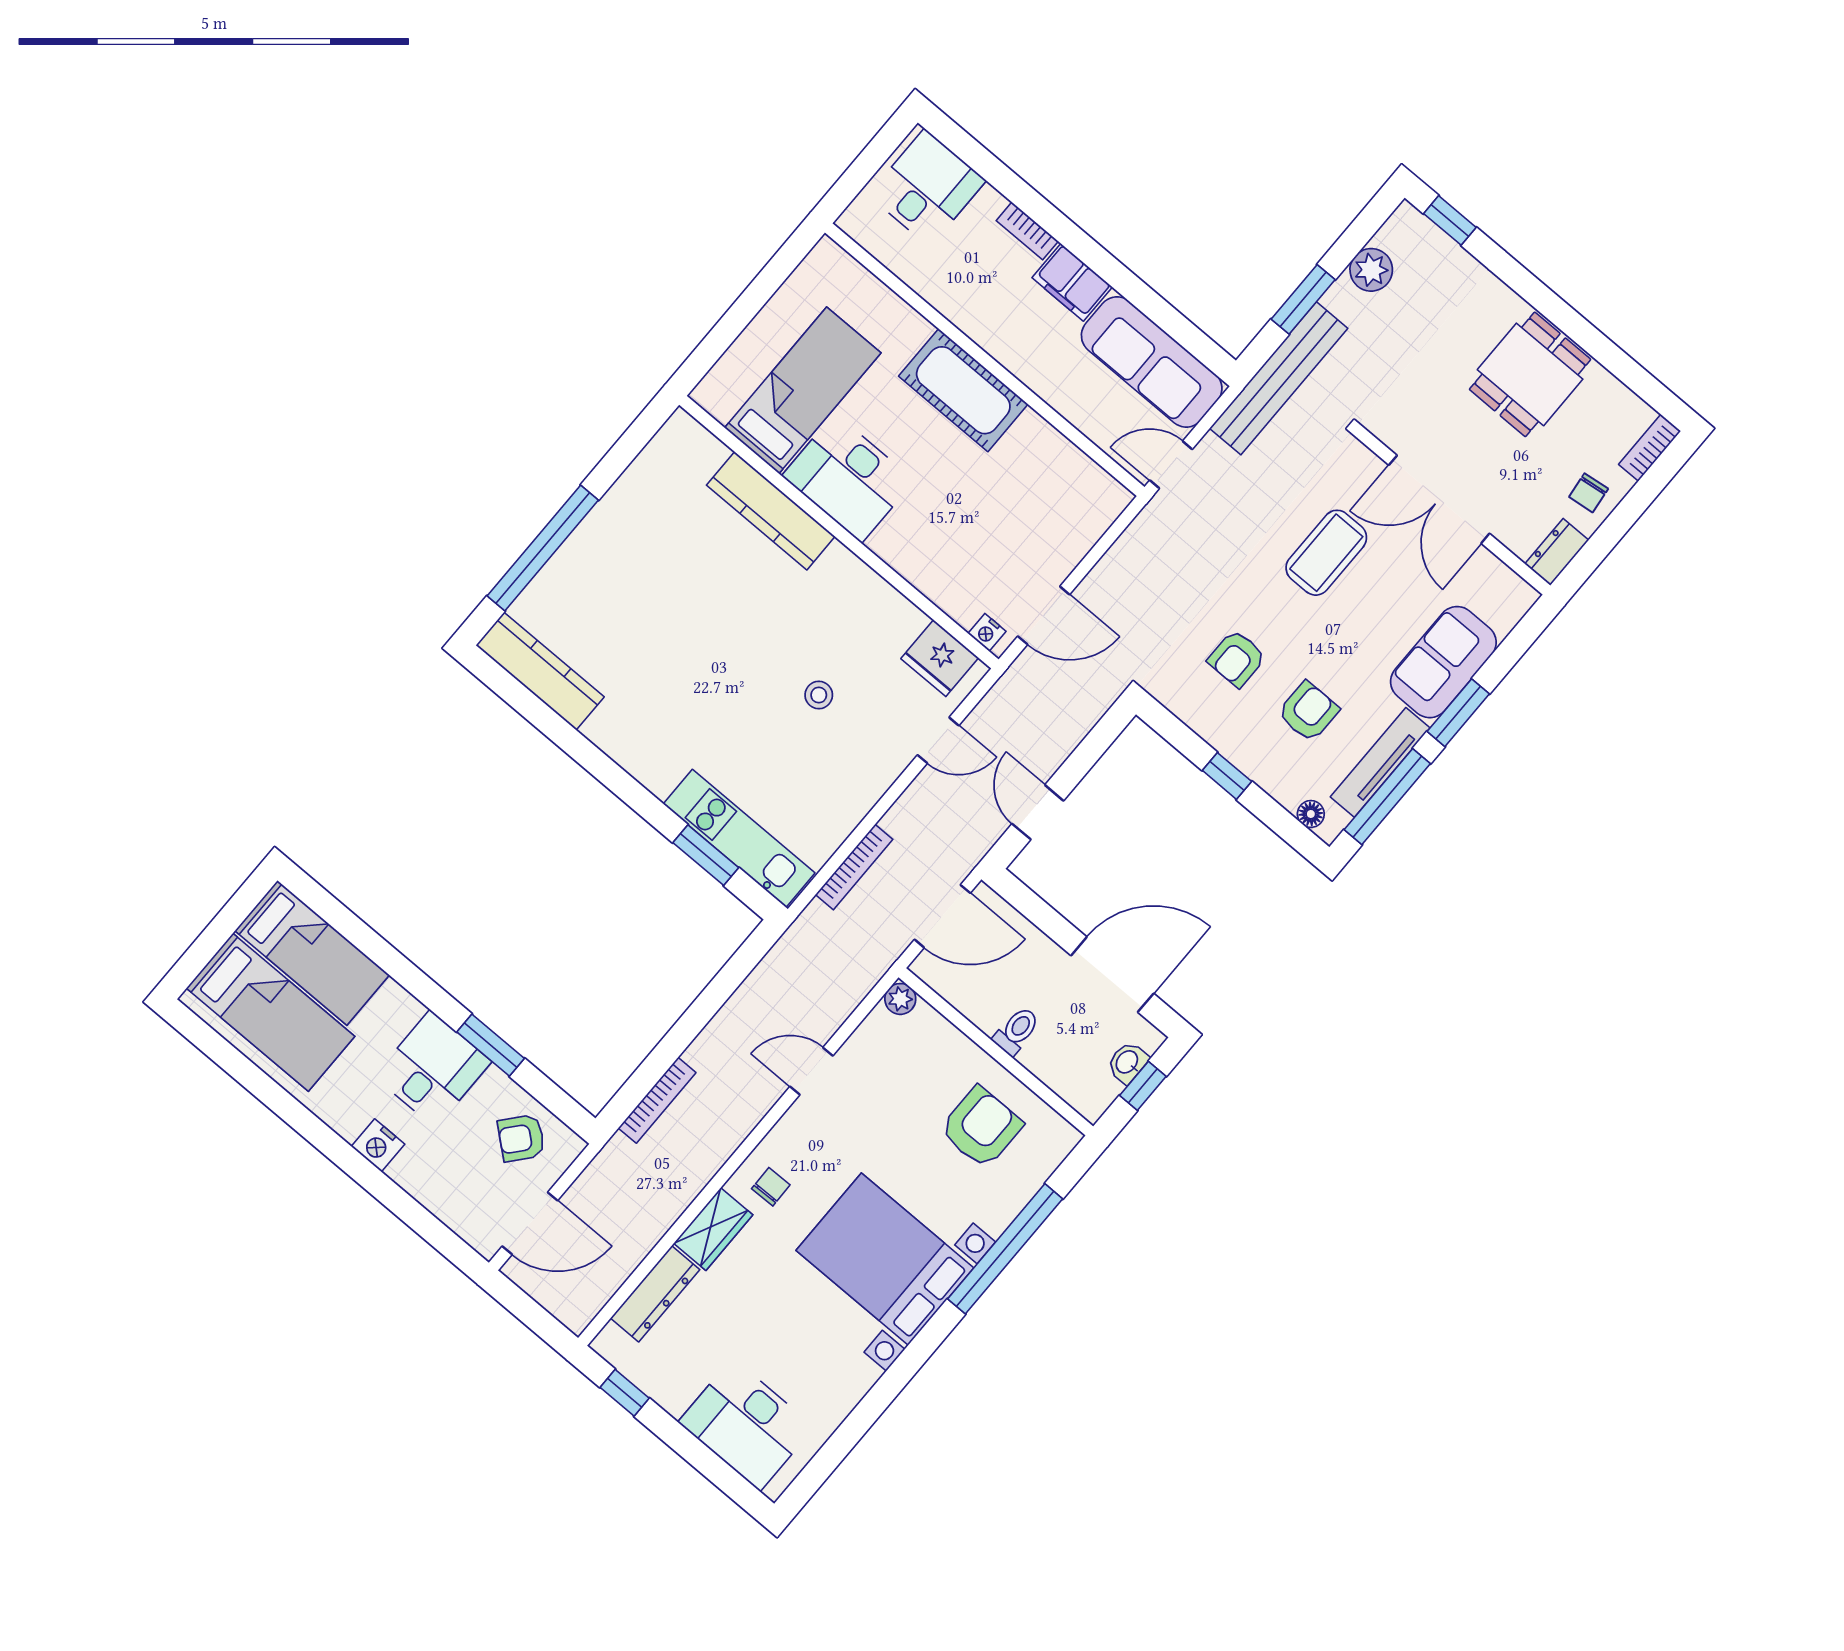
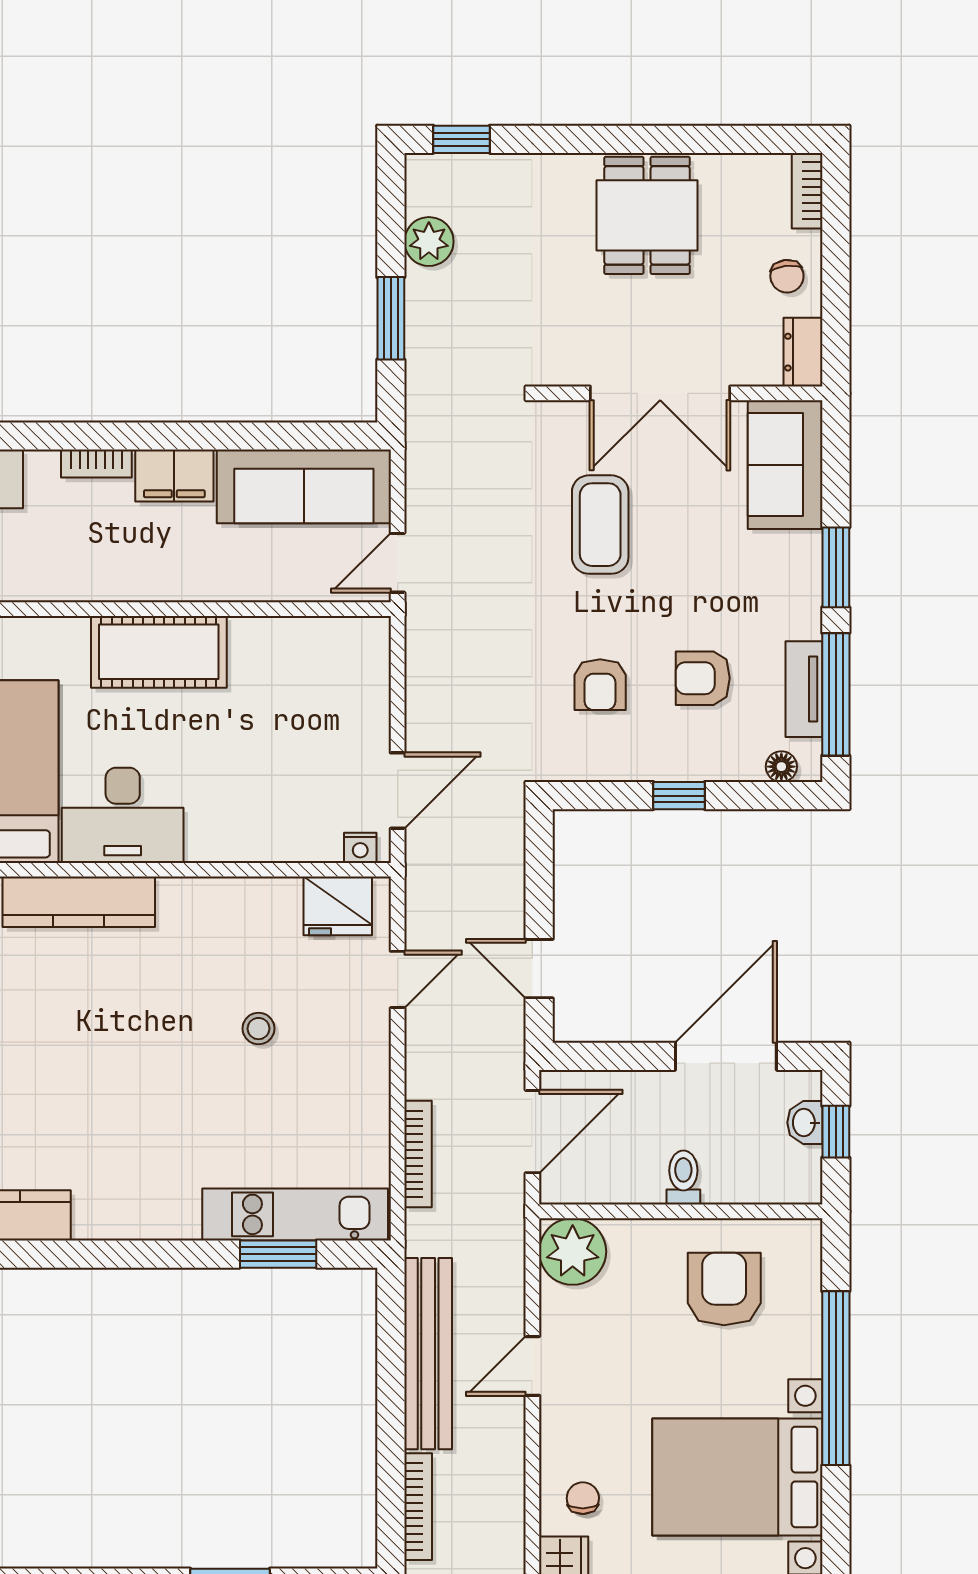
bench: (1279, 378) -> (428, 1354), moved
sofa: (1443, 662) -> (785, 465), moved
armchair: (1308, 712) -> (703, 678), turned -90
tv unit: (1380, 762) -> (804, 689), width x0.71
plant: (900, 999) -> (573, 1252), width x1.88, depth x1.88

